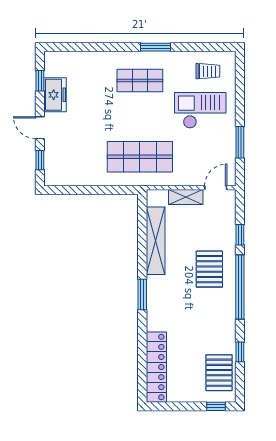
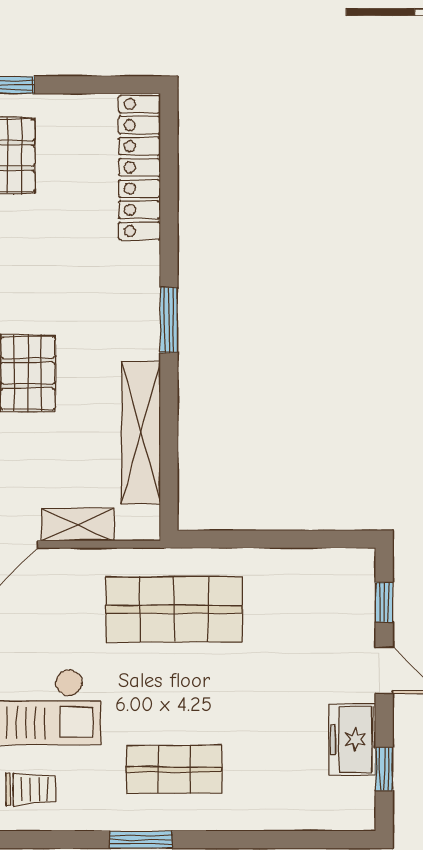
trolley: (208, 71) -> (31, 789), turned 180

